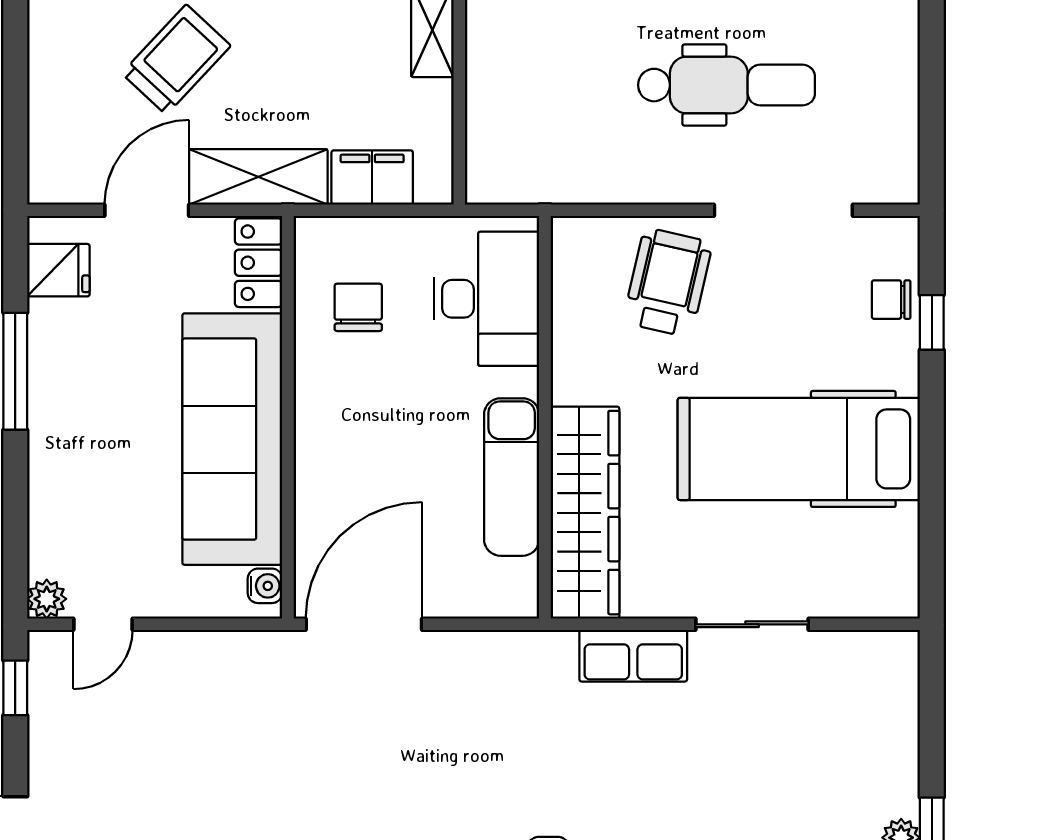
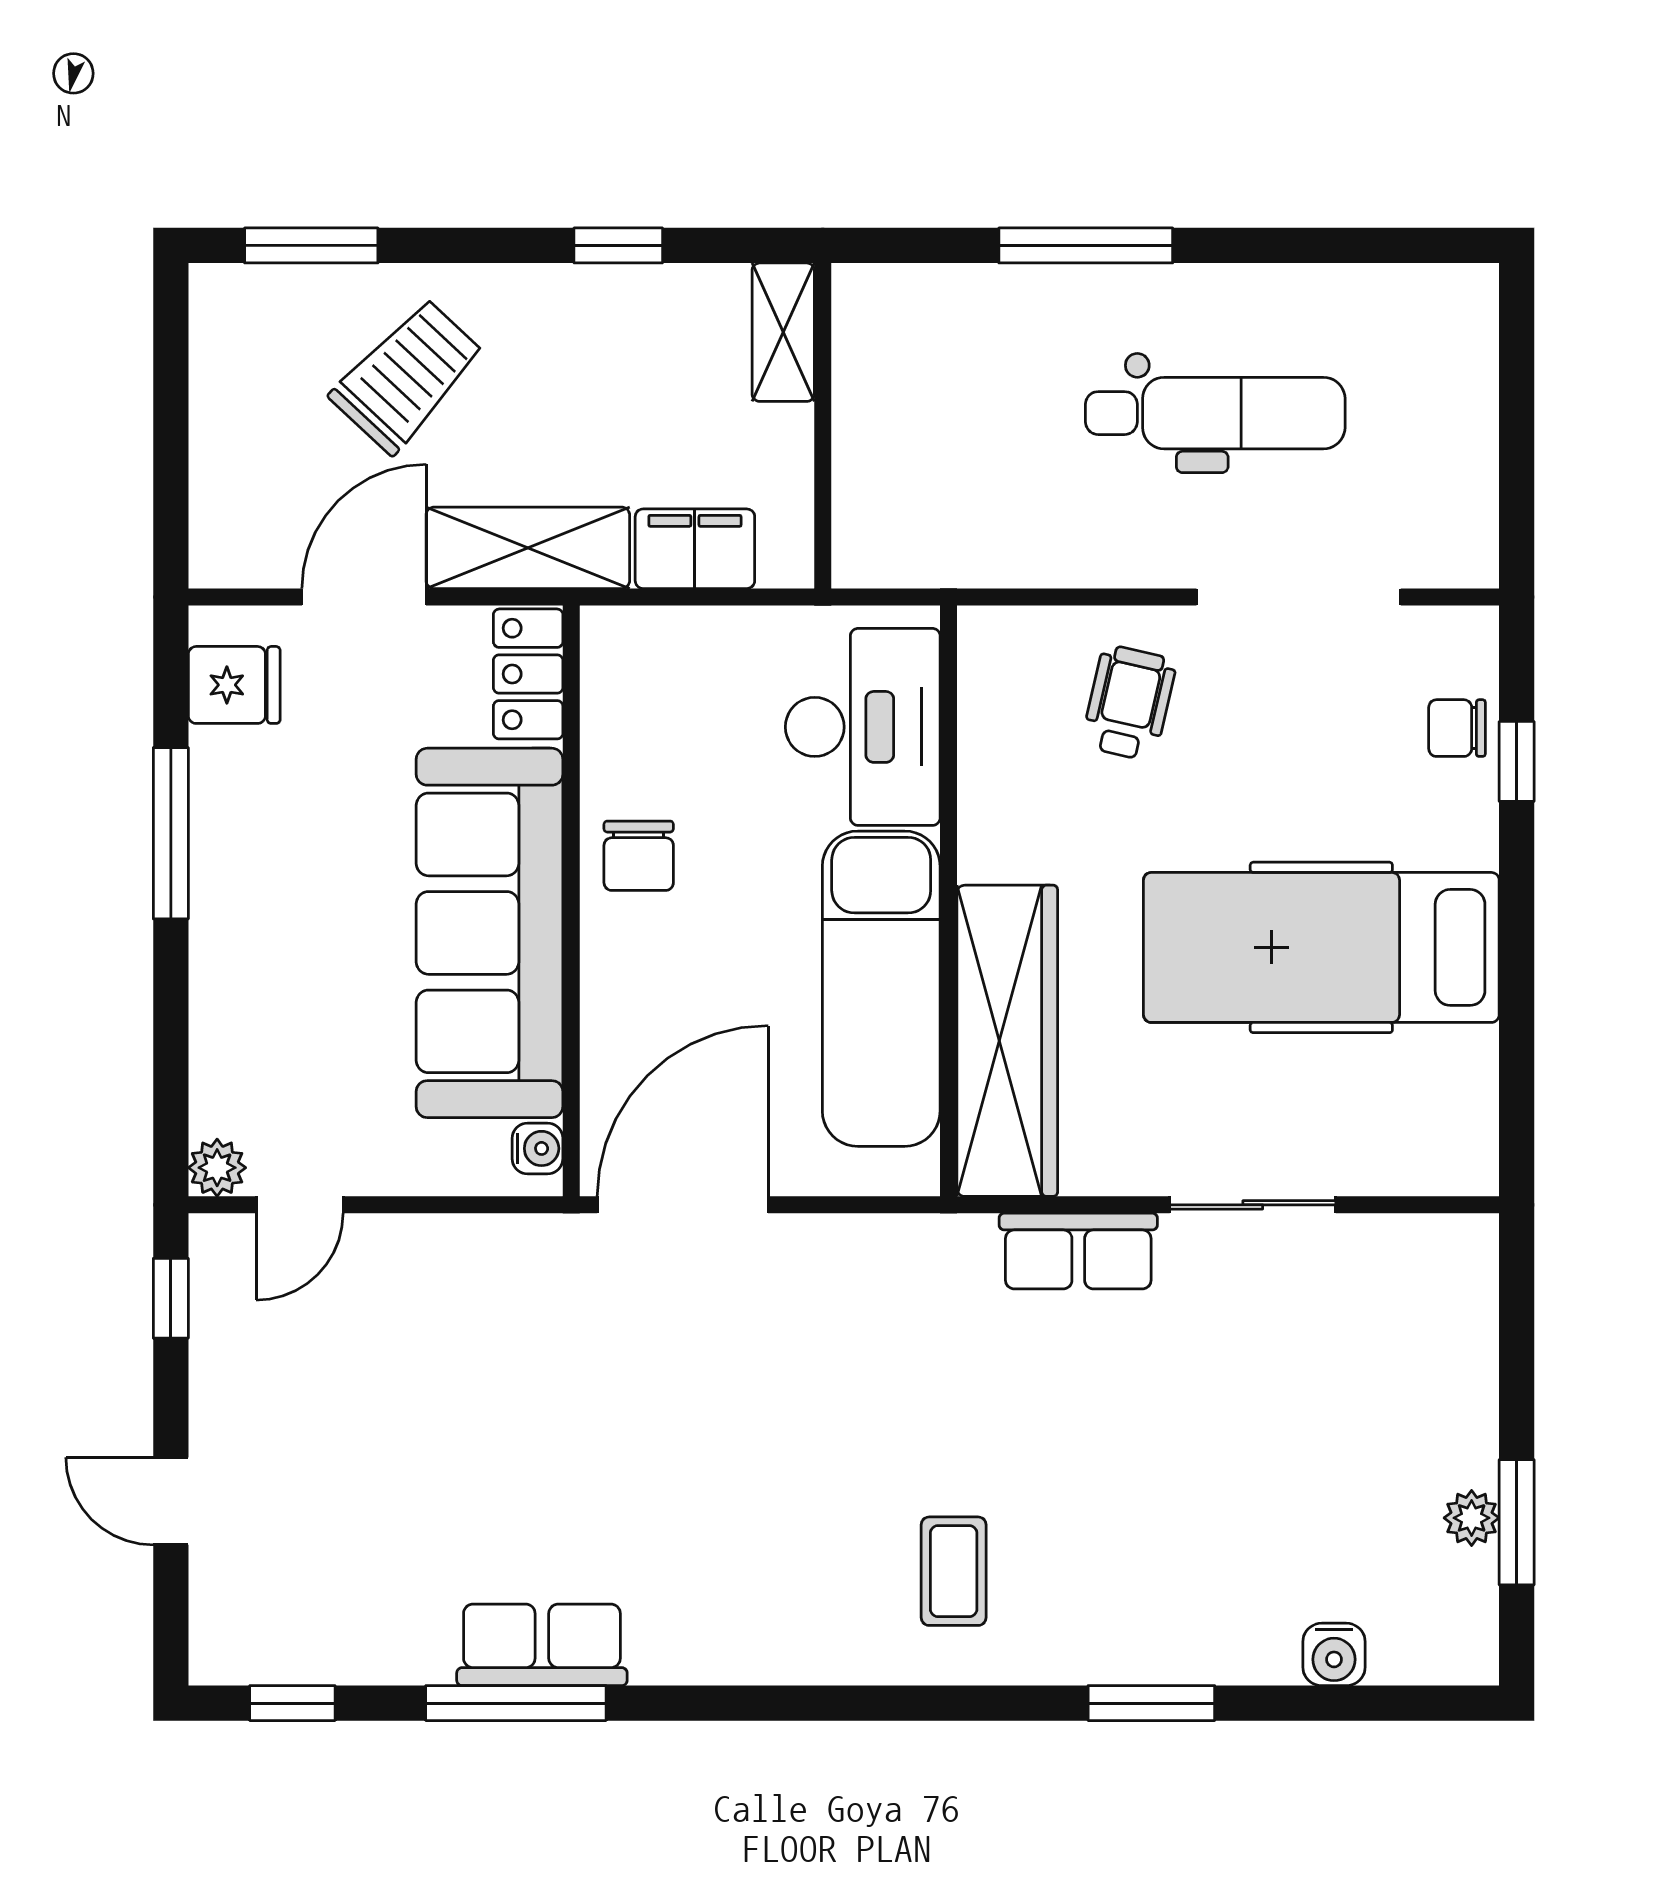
wheelchair: (668, 282) -> (1129, 703), width x0.73, depth x0.73
chair: (358, 307) -> (639, 856), moved, turned 180
exam couch: (512, 477) -> (881, 989), width x1.36, depth x1.45

